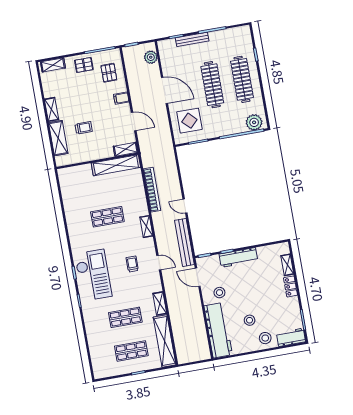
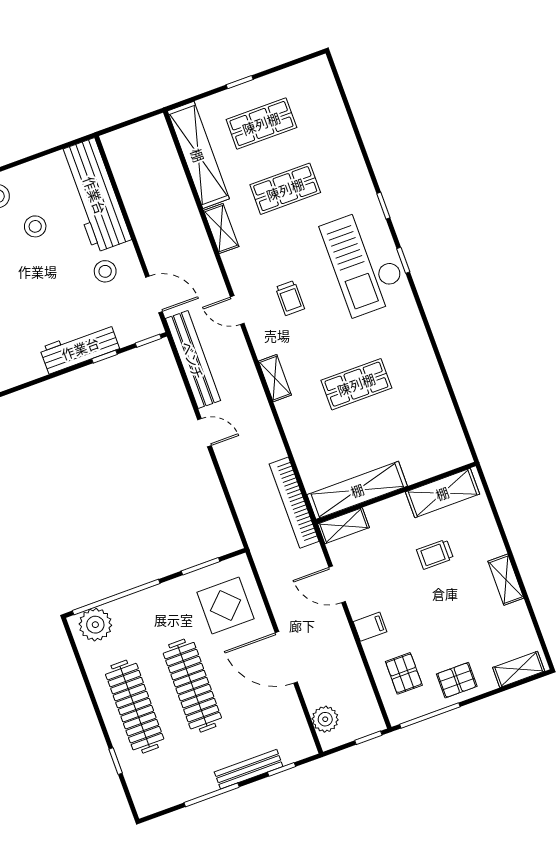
shelving: (58, 138) -> (442, 493), moved, turned 90
bookcase: (152, 190) -> (294, 503), moved

